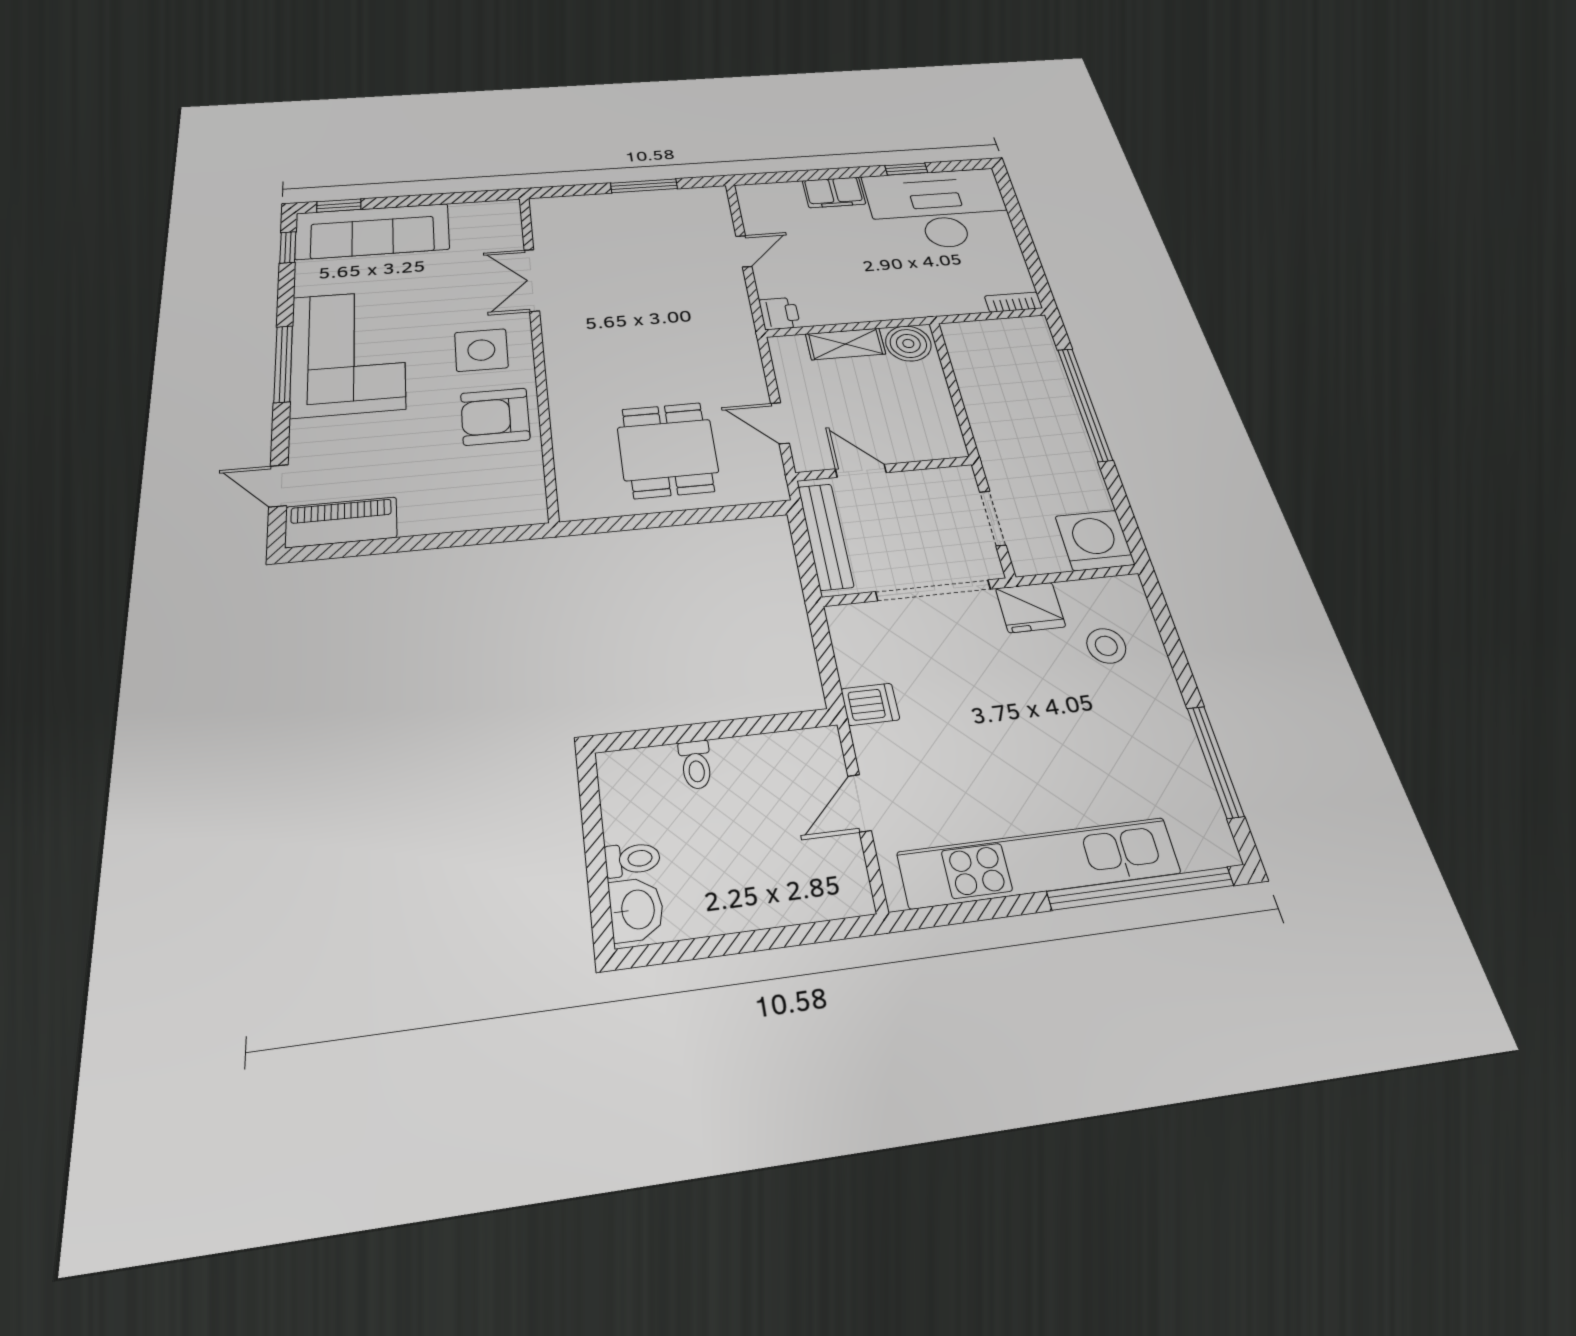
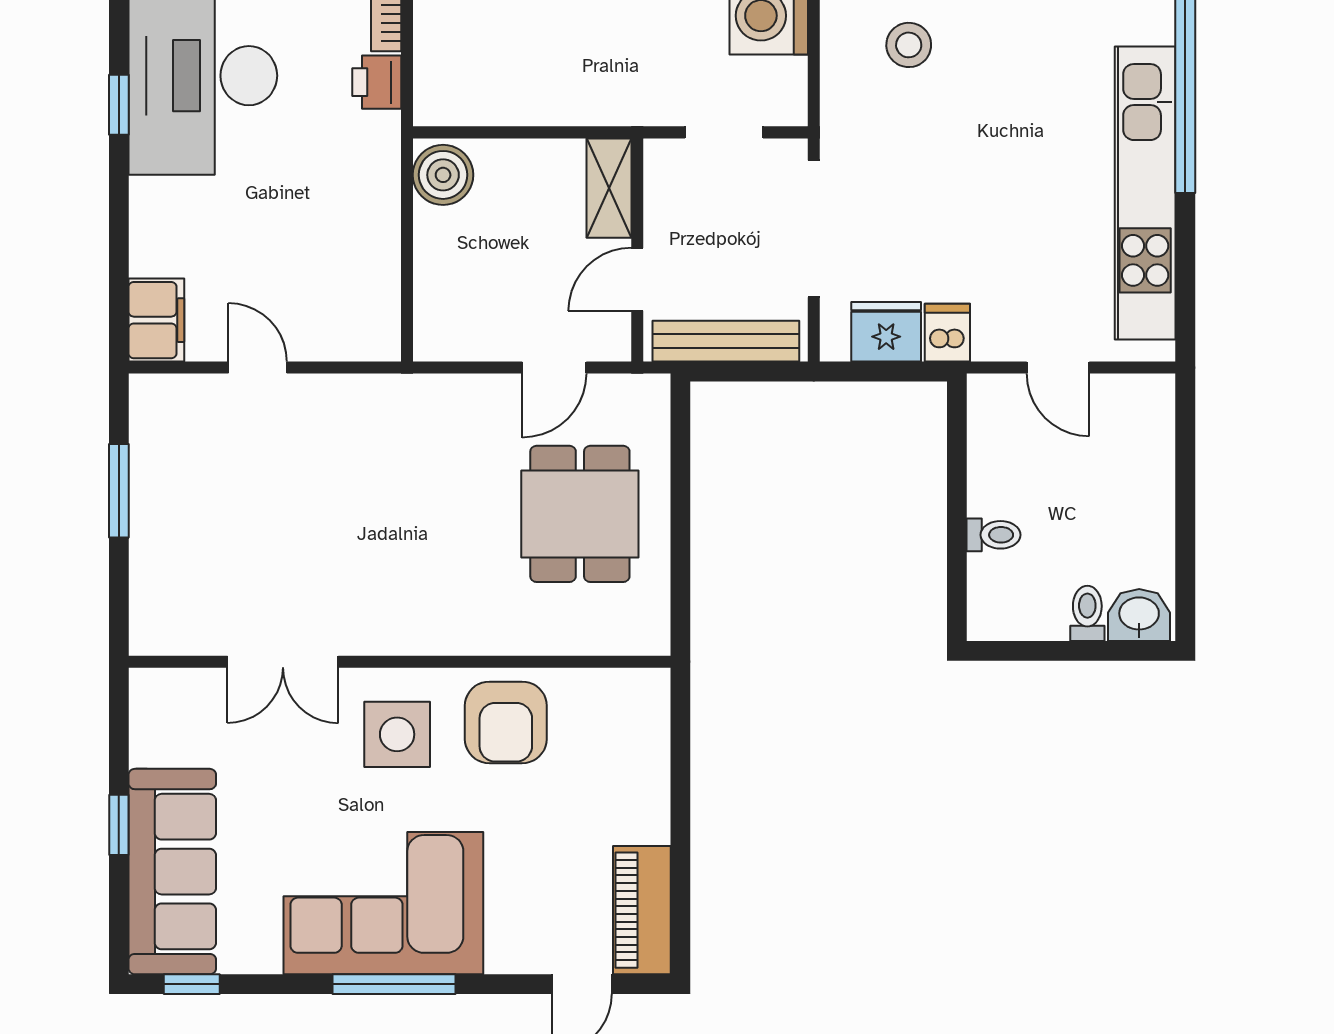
filing cabinet: (834, 192) -> (156, 320), moved
window: (339, 206) -> (119, 825), moved
printer: (779, 313) -> (377, 82), moved, turned -90
shelving: (845, 344) -> (609, 188), moved
dining table: (668, 450) -> (580, 514), turned 90
fridge: (1030, 608) -> (886, 332), moved, turned -90

